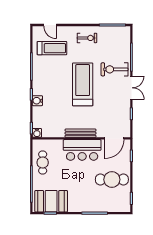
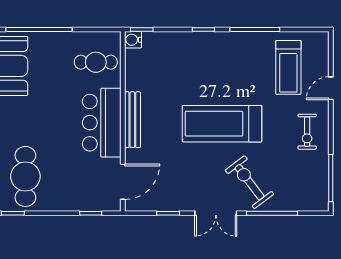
door: (50, 25) -> (331, 88), moved
exercise bike: (115, 69) -> (249, 182), turned -37
treadmill: (83, 84) -> (222, 124), turned 180
water cooler: (37, 101) -> (192, 41), removed
door: (114, 138) -> (123, 182), swing flipped
cafe table: (43, 163) -> (96, 62), moved
cafe table: (112, 180) -> (25, 176), moved

